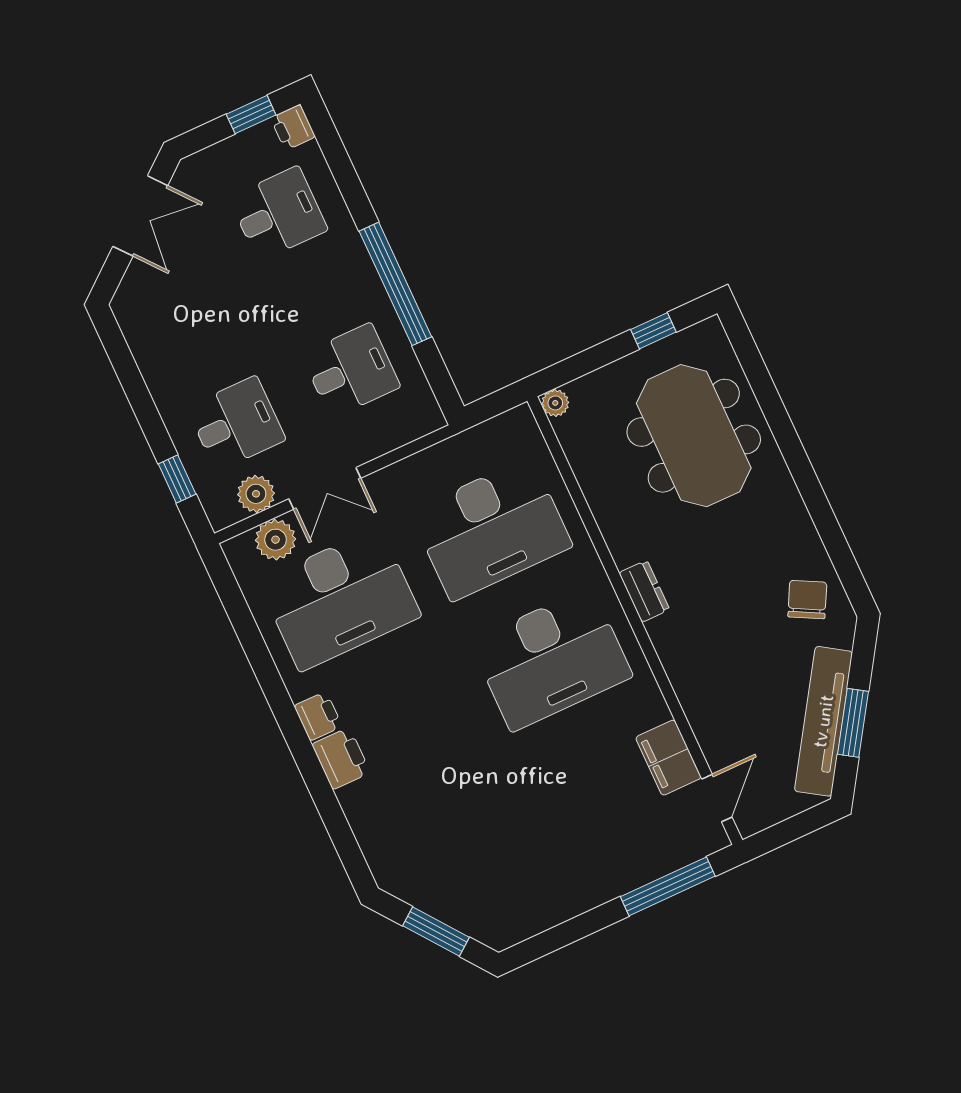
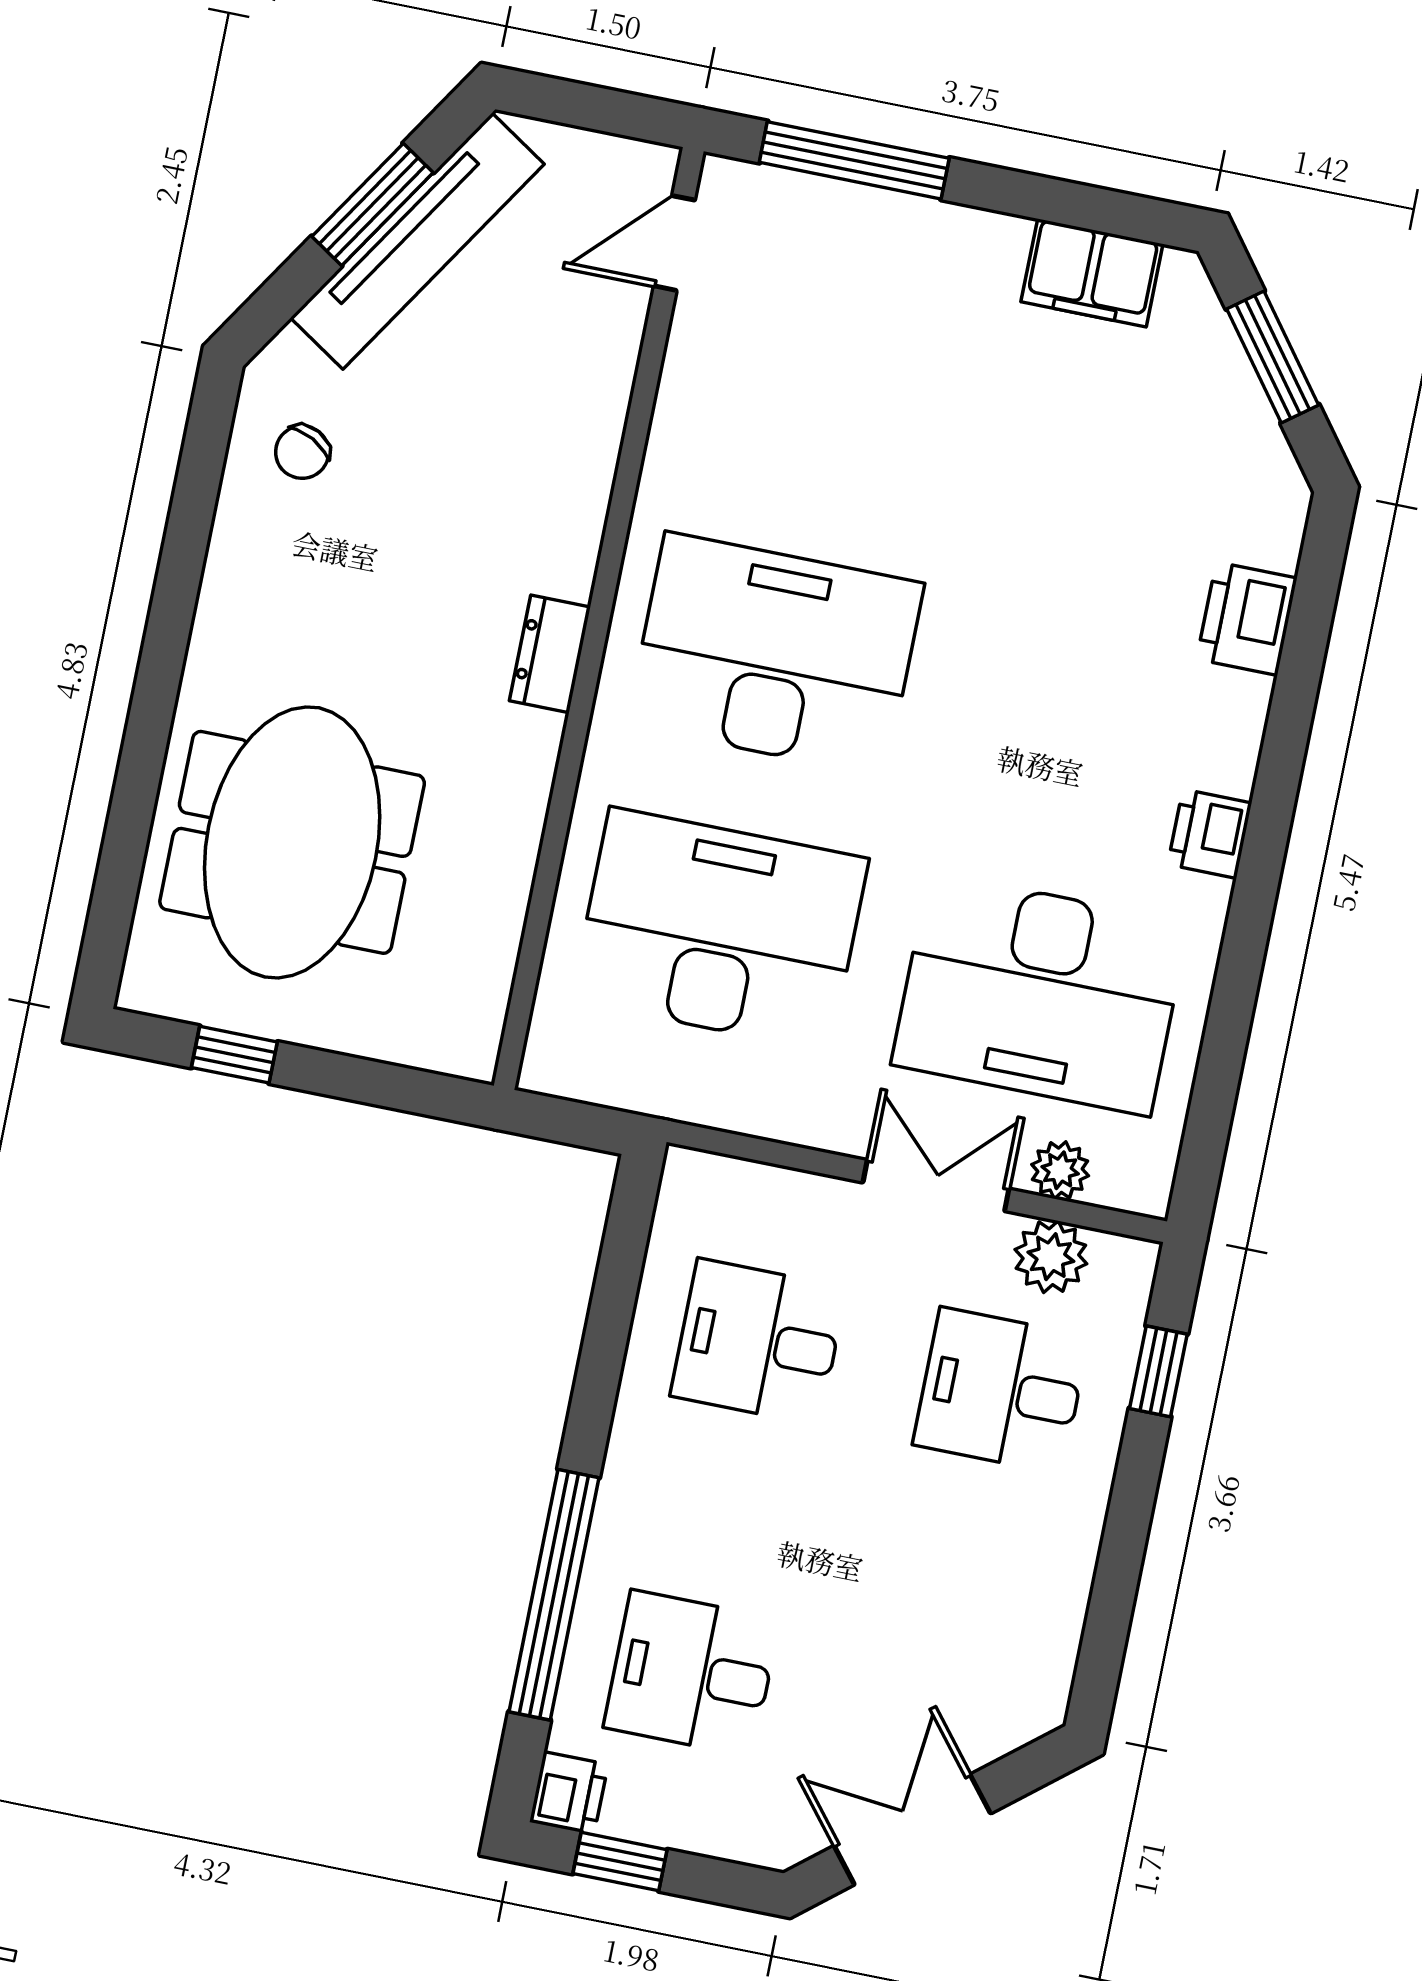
window: (395, 284) -> (554, 1595), moved
plant: (555, 403) -> (473, 1054), removed
plant: (276, 540) -> (1060, 1170), width x0.73, depth x0.73
desk: (340, 599) -> (1040, 994), turned 180
chair: (807, 600) -> (302, 452), width x0.73, depth x0.73
printer: (341, 758) -> (1247, 619), moved
filing cabinet: (668, 758) -> (1092, 273), moved, turned 90

